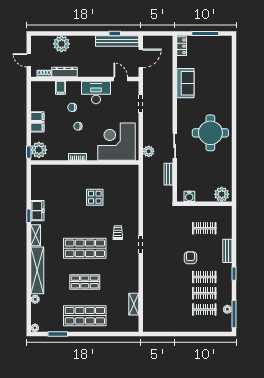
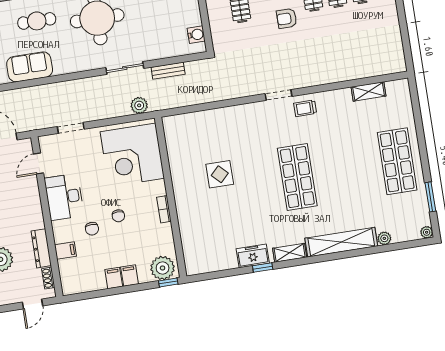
cafe table: (215, 93) -> (37, 21), added
trolley: (118, 233) -> (305, 108), moved
shop shelf: (85, 282) -> (347, 169), removed

